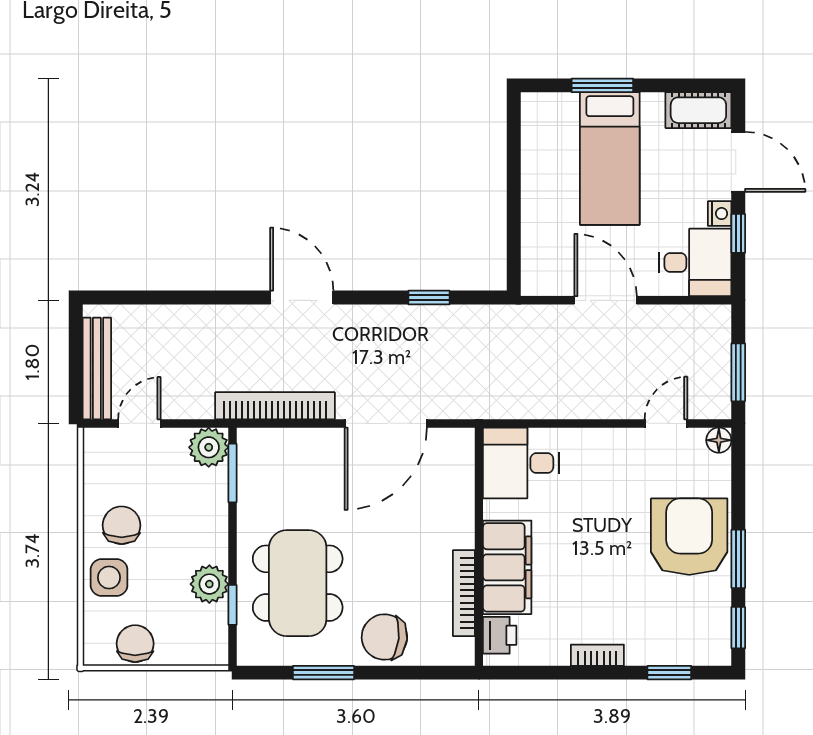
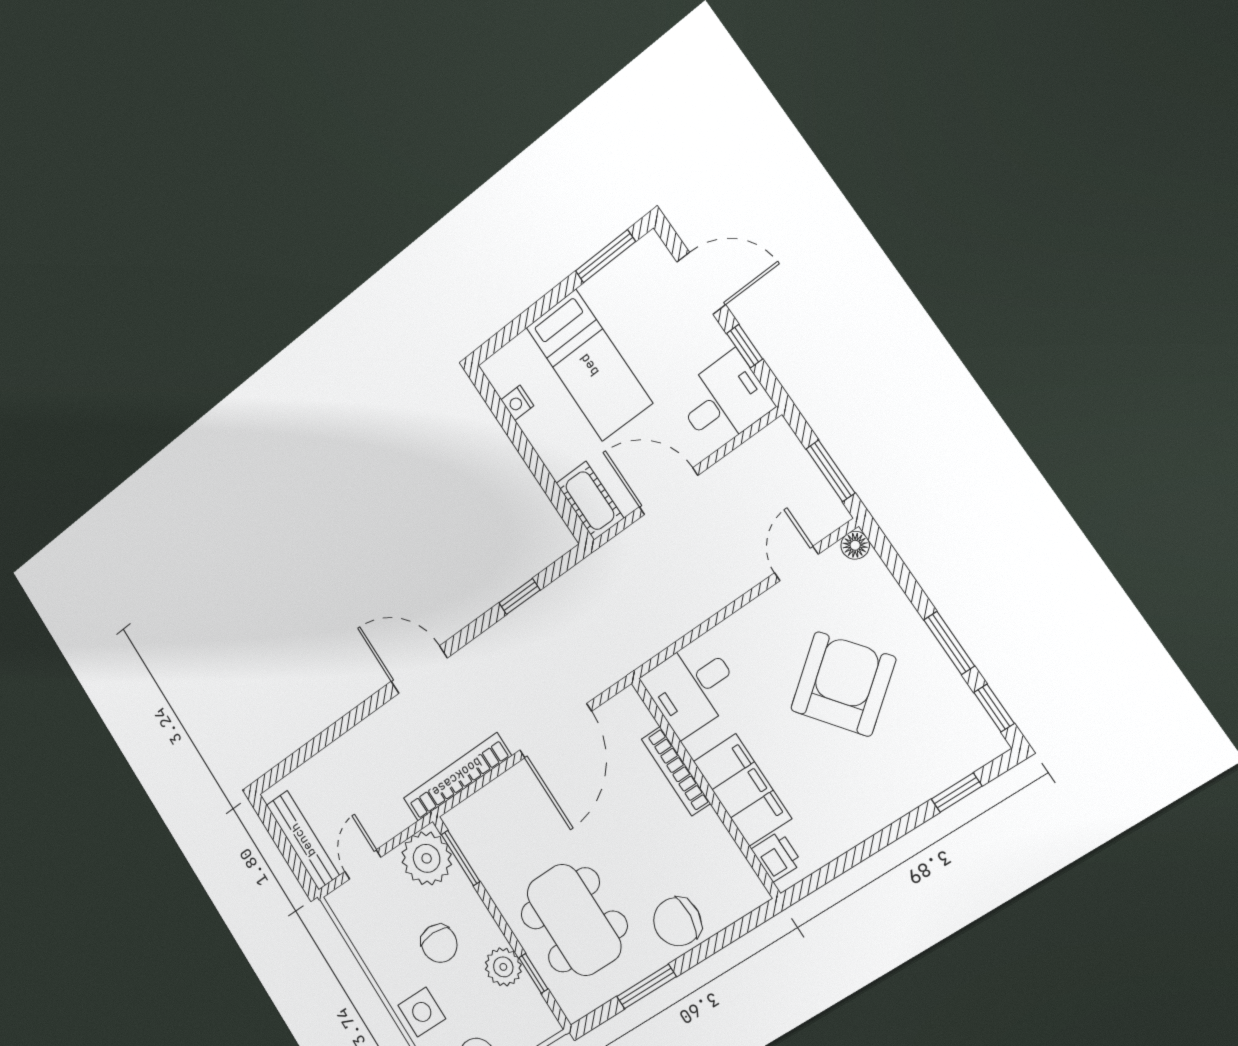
window: (602, 85) -> (605, 256), moved
cot: (698, 110) -> (590, 501), moved, turned 90
nightstand: (720, 214) -> (517, 403), moved, turned 180
plant: (209, 447) -> (427, 858), width x1.36, depth x1.36
chair: (122, 525) -> (439, 943), moved, turned 180
armchair: (689, 537) -> (843, 684), moved, turned 52
bookcase: (464, 593) -> (676, 771), moved
bookcase: (597, 655) -> (878, 819), removed

